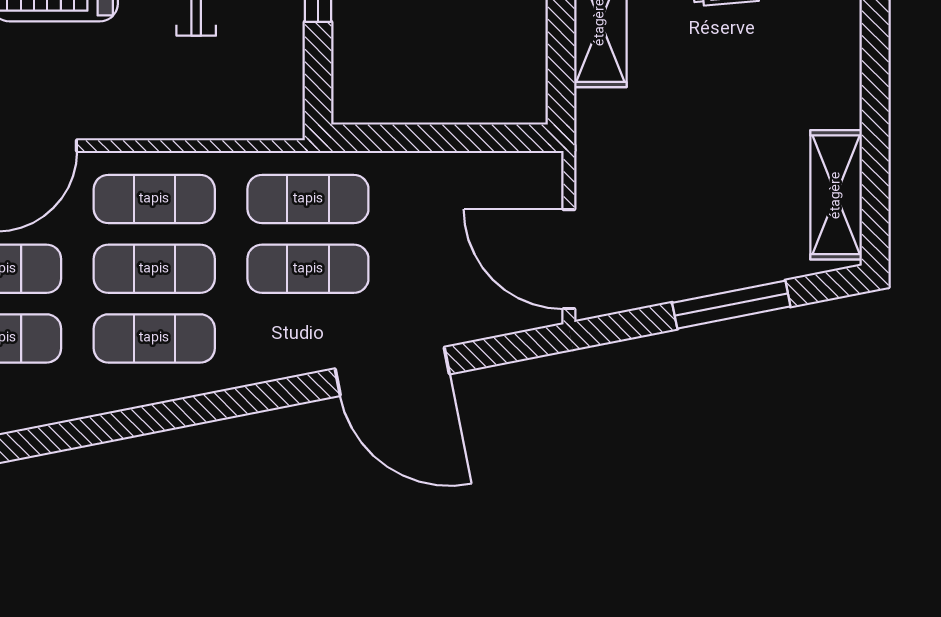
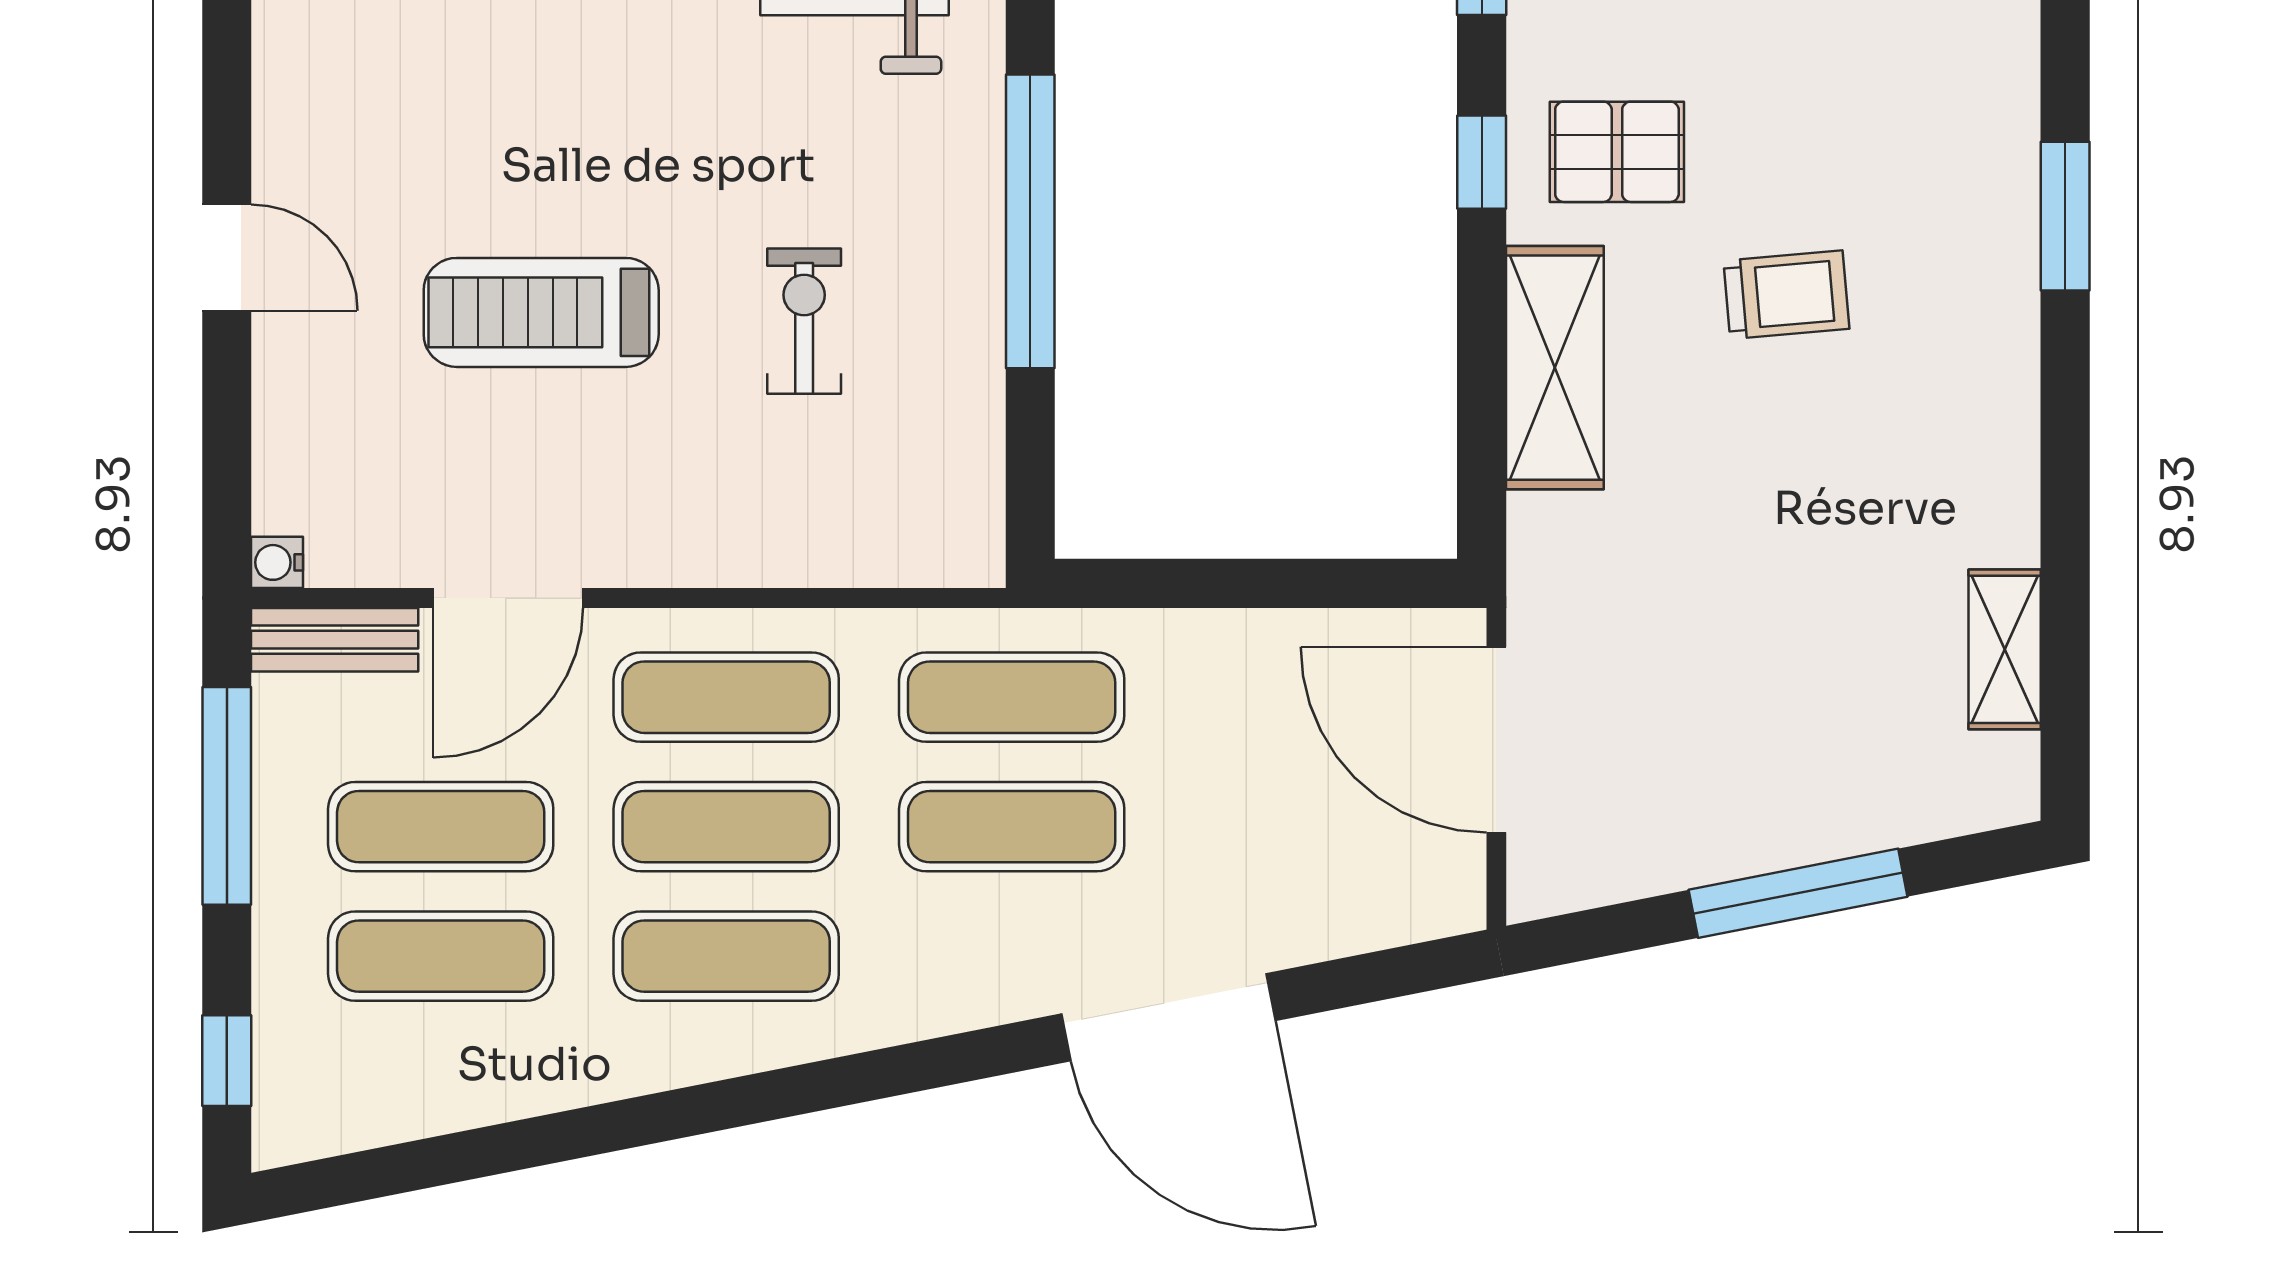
shelving: (836, 195) -> (2005, 649), width x0.67, depth x0.75
door: (569, 259) -> (1496, 740), moved

